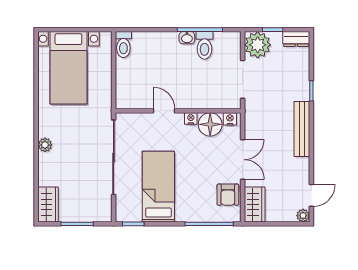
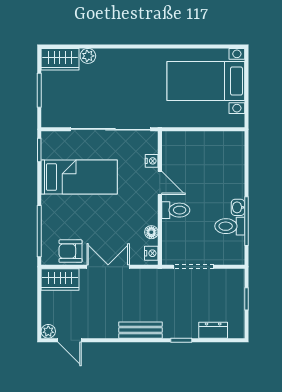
dresser: (296, 39) -> (213, 330), moved, turned 90
toilet: (123, 45) -> (176, 210), moved, turned 180
plant: (258, 45) -> (230, 283), removed
door: (164, 111) -> (160, 183), hinge flipped
nightstand: (191, 119) -> (152, 161), moved
floor lamp: (210, 124) -> (151, 232), width x0.53, depth x0.53
bench: (302, 129) -> (141, 330), width x0.73
plant: (45, 145) -> (88, 56), moved
double door: (243, 160) -> (108, 267), swing flipped

